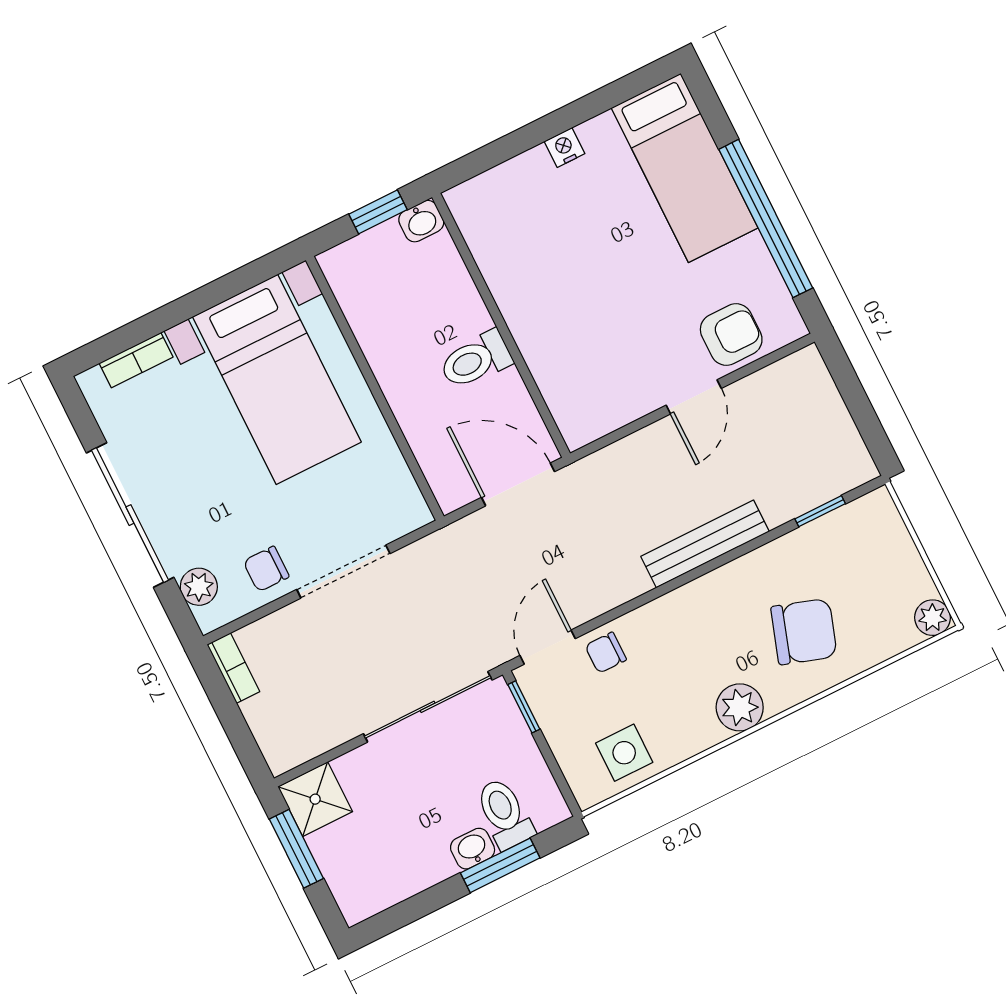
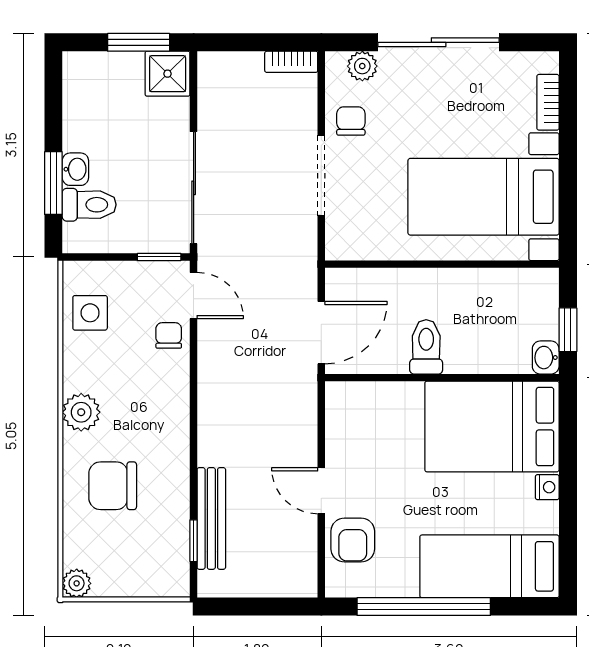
bed: (528, 243) -> (492, 426), added
bench: (705, 544) -> (211, 518), moved
chair: (804, 632) -> (113, 486), turned 72

